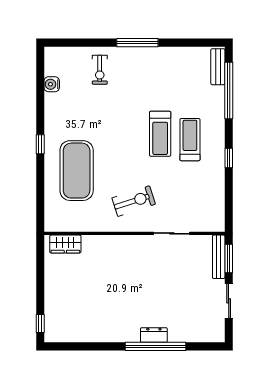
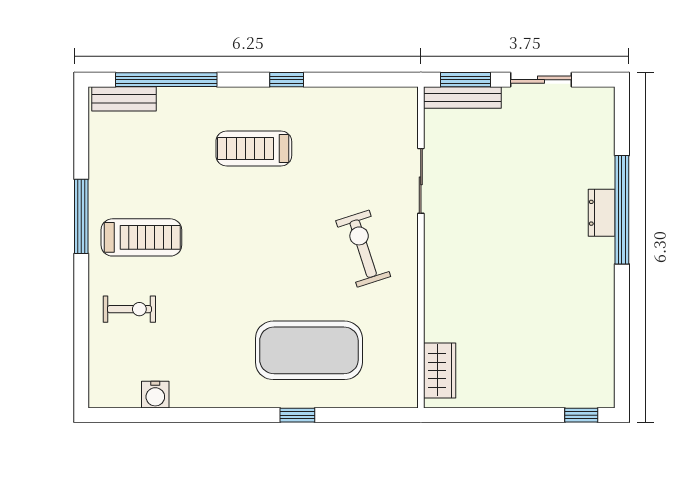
window: (137, 43) -> (81, 216), moved
treadmill: (160, 134) -> (141, 237), moved
window: (40, 144) -> (297, 415), moved

